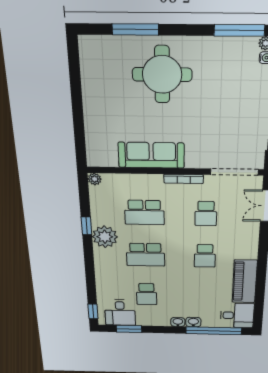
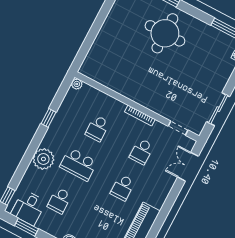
sofa: (151, 155) -> (127, 86), removed
doorway: (234, 172) -> (178, 128), width x0.53
school desk: (144, 212) -> (97, 128), width x0.54
plant: (105, 237) -> (43, 159), moved

